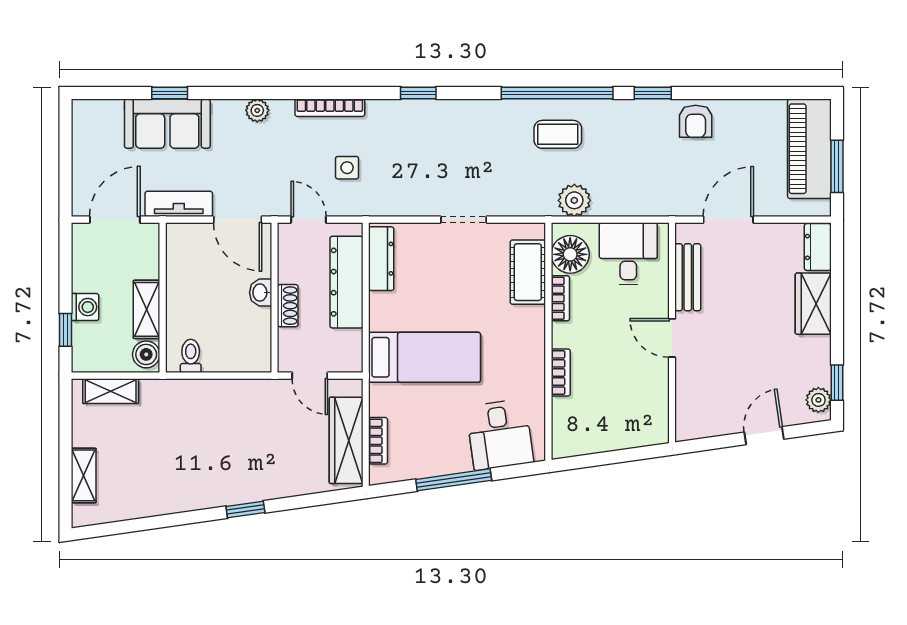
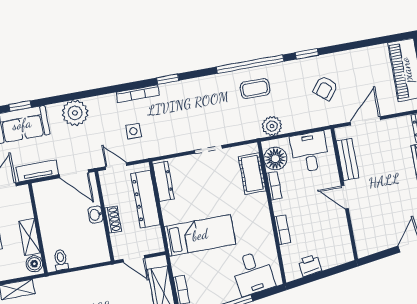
bookcase: (330, 108) -> (138, 94), moved
plant: (257, 110) -> (75, 113), width x1.88, depth x1.88
armchair: (696, 121) -> (325, 88), moved, turned 39
printer: (595, 439) -> (310, 265), added

